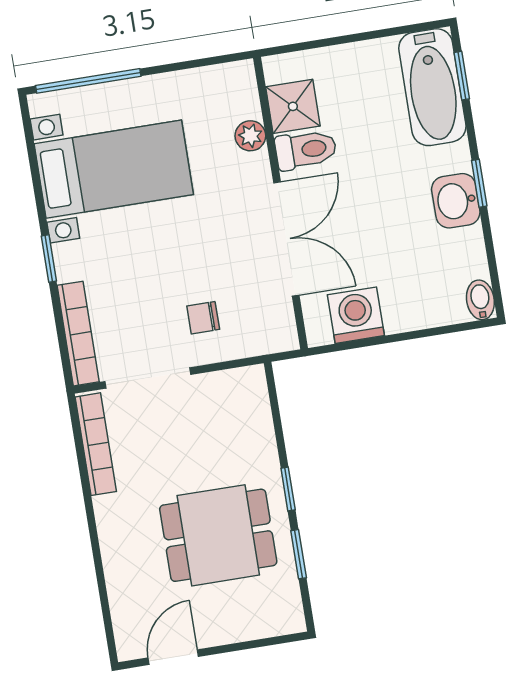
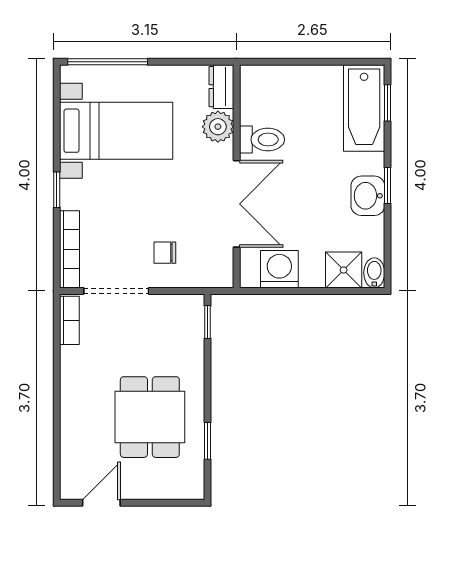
dresser: (242, 89) -> (221, 87), added
shower: (293, 106) -> (344, 270), moved
plant: (250, 136) -> (218, 127), width x1.38, depth x1.38
bookcase: (96, 444) -> (69, 320), width x0.64
window: (288, 489) -> (208, 322), moved
dining table: (218, 535) -> (150, 417), turned 90

